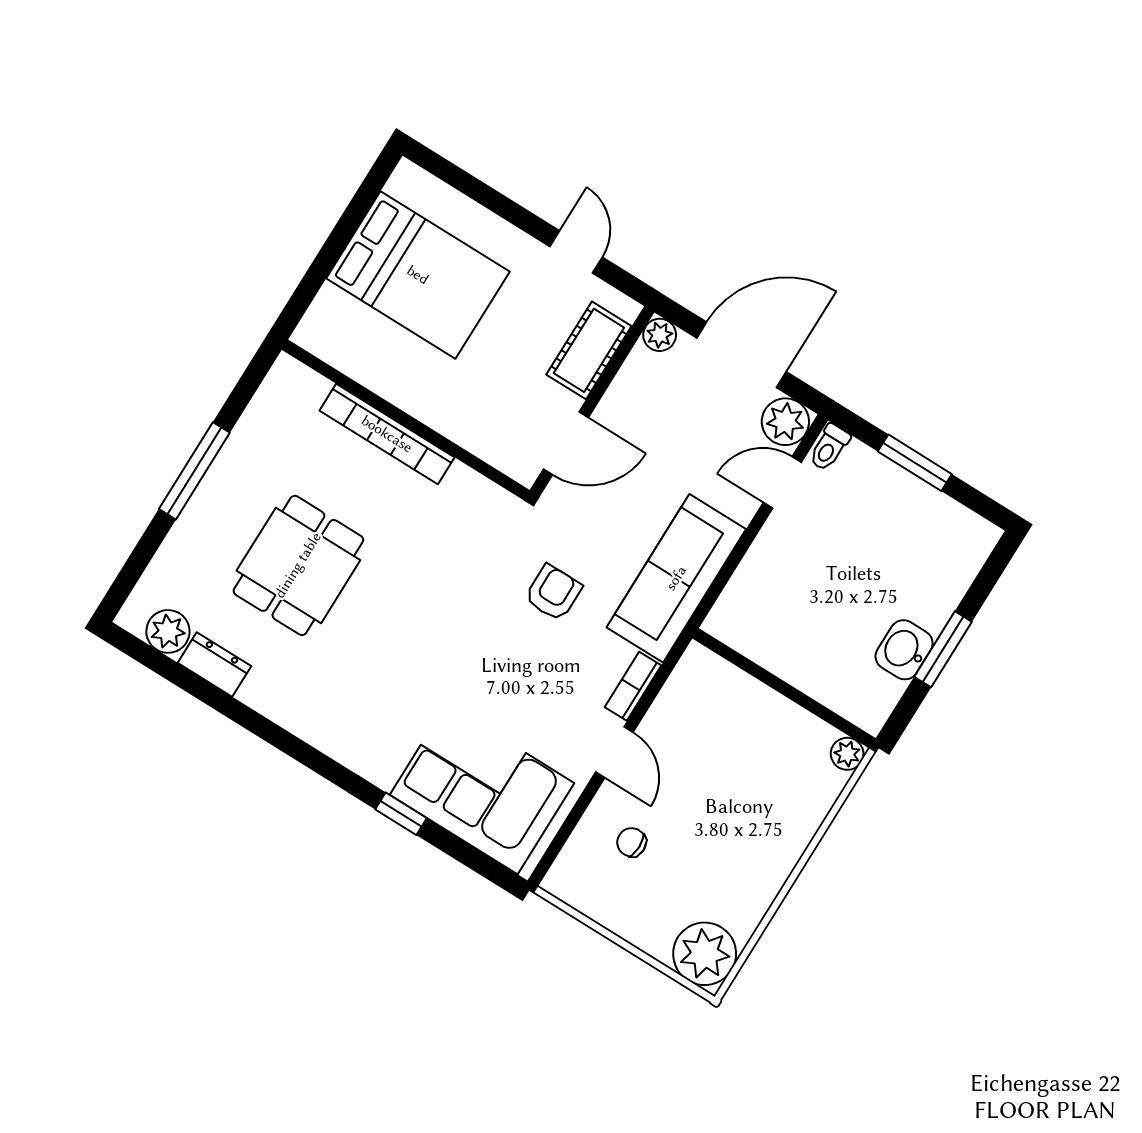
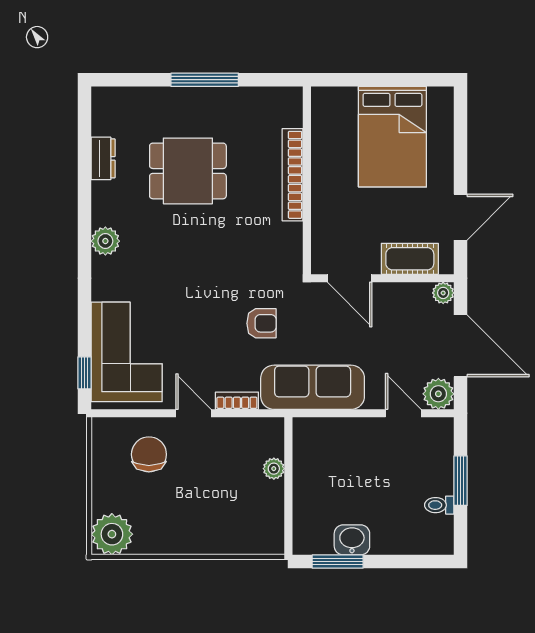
door: (576, 252) -> (461, 217), width x1.37
toilet: (829, 447) -> (439, 505), moved
plant: (168, 631) -> (105, 241), moved
window: (943, 649) -> (338, 562), moved
door: (614, 752) -> (193, 413), swing flipped
plant: (847, 754) -> (274, 469), moved
window: (401, 814) -> (85, 373), moved
chair: (632, 842) -> (149, 454), width x1.87, depth x1.87

